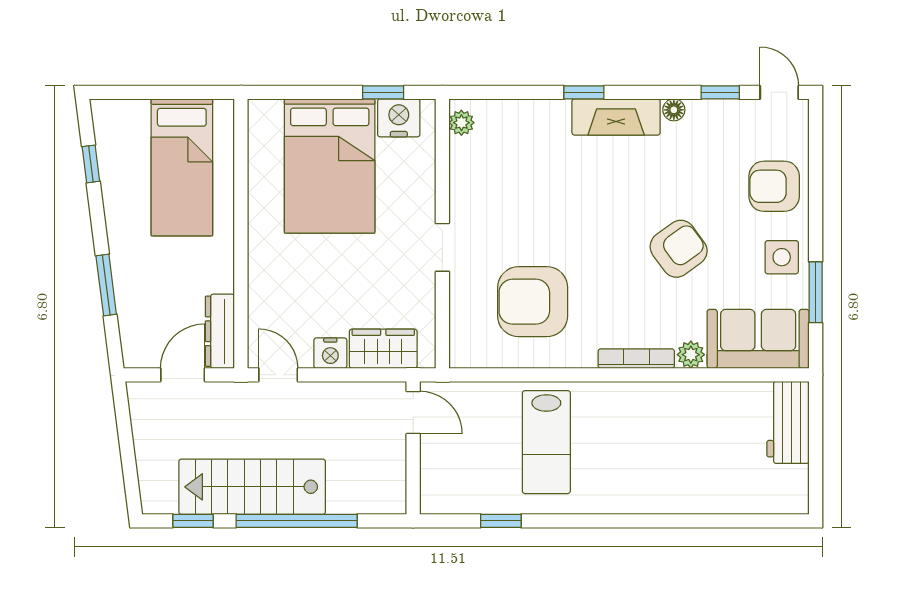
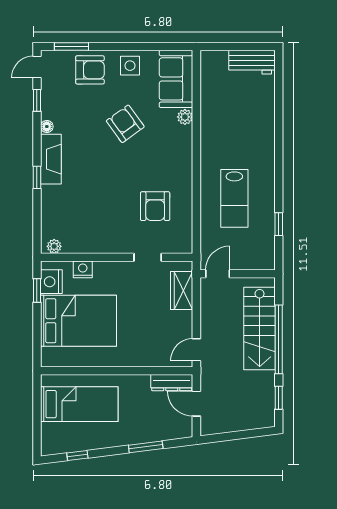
armchair: (774, 186) -> (90, 70), turned -90
doorway: (442, 247) -> (148, 257), moved
window: (816, 292) -> (72, 46), moved
armchair: (533, 302) -> (155, 206), width x0.73, depth x0.73
nightstand: (330, 353) -> (83, 269), moved, turned -90
bookcase: (636, 359) -> (187, 148), removed
workbench: (788, 422) -> (252, 62), moved
lab bench: (546, 442) -> (234, 198), turned 90
stairs: (252, 487) -> (260, 328), moved

